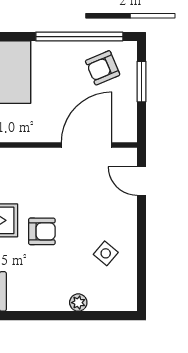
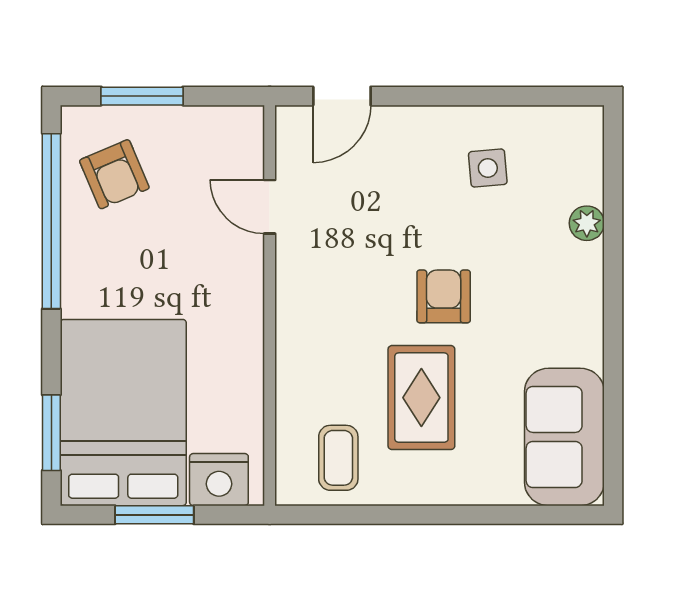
door: (86, 145) -> (270, 207), width x0.53
side table: (106, 253) -> (488, 168), turned 45

